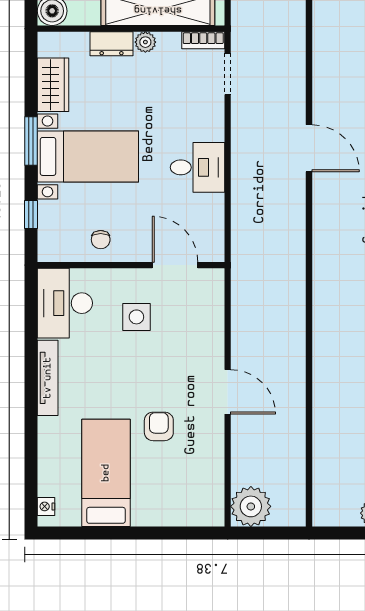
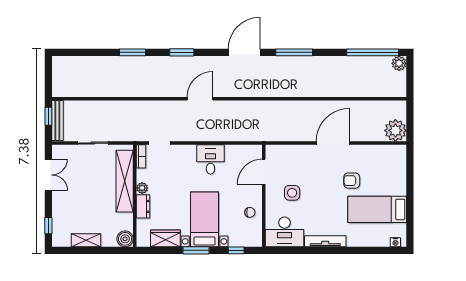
door: (228, 392) -> (333, 143), width x1.36

